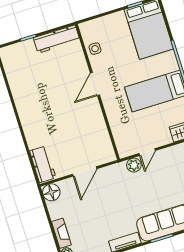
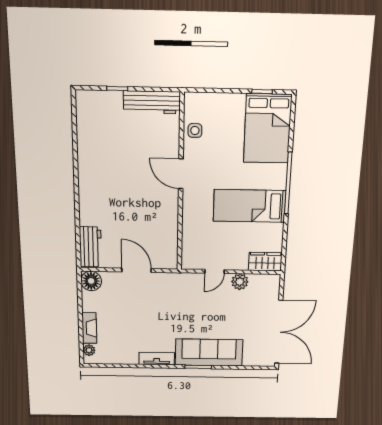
door: (95, 84) -> (181, 174), hinge flipped
plant: (134, 165) -> (240, 282), moved
door: (85, 171) -> (136, 270), swing flipped

